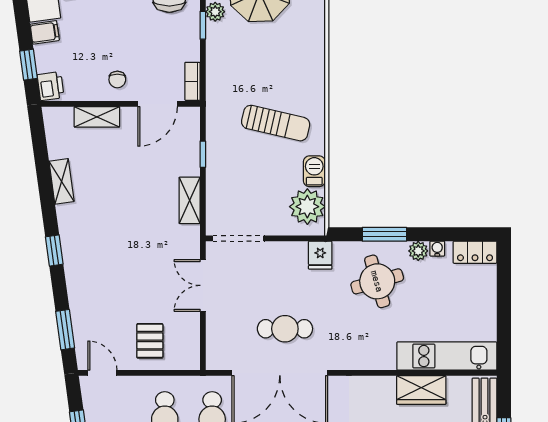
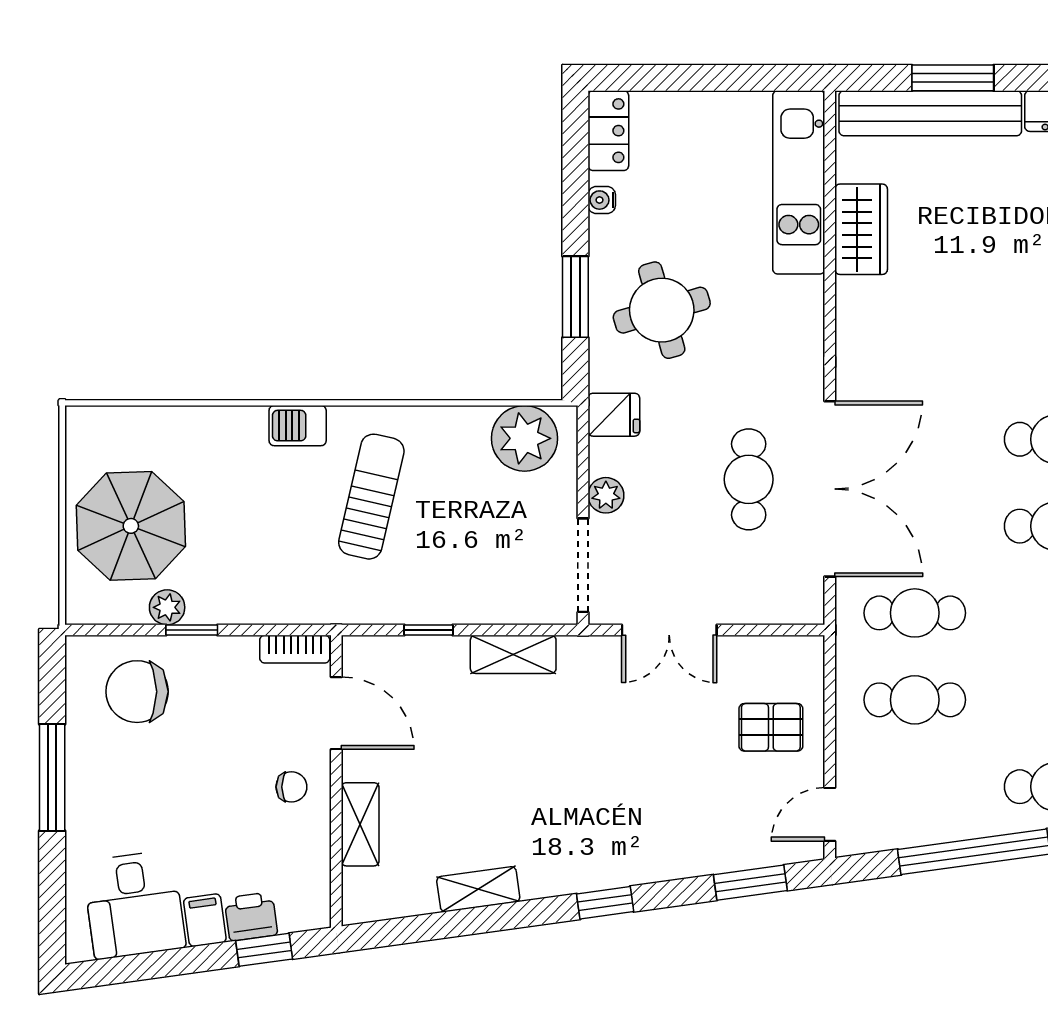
printer: (51, 86) -> (251, 917), moved
barbecue: (314, 171) -> (298, 426), moved
plant: (418, 251) -> (606, 495), moved

